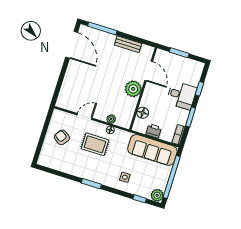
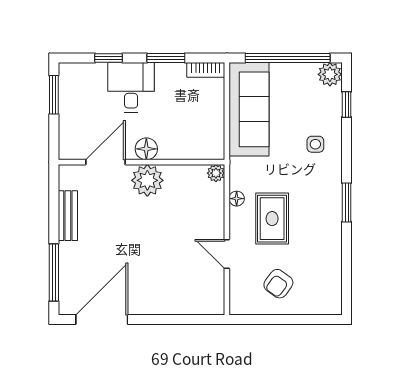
window: (179, 53) -> (54, 95), moved
floor lamp: (143, 113) -> (146, 149), moved
plant: (111, 119) -> (216, 173), moved
printer: (154, 131) -> (213, 118), removed

